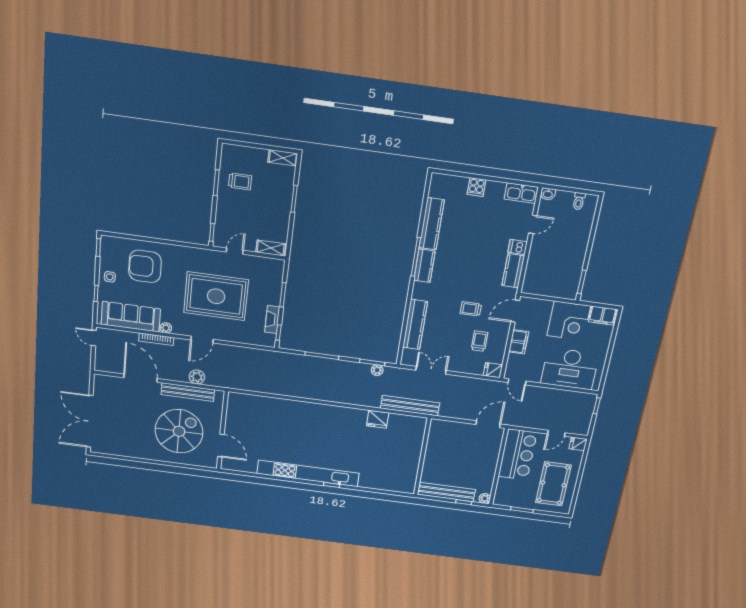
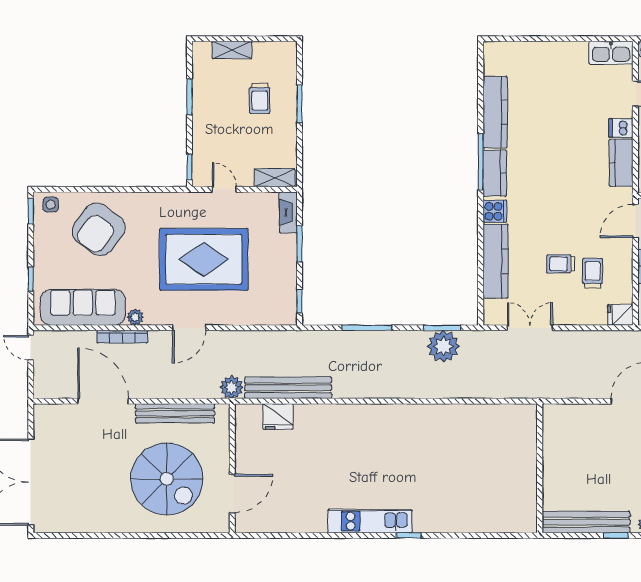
shelving: (283, 158) -> (232, 50), moved
trolley: (240, 181) -> (260, 98), moved, turned 90
cooker: (476, 187) -> (495, 211), moved, turned -90
door: (235, 251) -> (224, 189), hinge flipped
armchair: (145, 266) -> (99, 229), turned -53
side table: (110, 277) -> (51, 205), moved
trolley: (471, 309) -> (561, 264), moved
fireplace: (272, 320) -> (288, 212), moved
plant: (377, 370) -> (443, 346), width x1.88, depth x1.88
plant: (197, 377) -> (232, 387), moved
bench: (410, 406) -> (288, 388), moved
fridge: (378, 419) -> (278, 416), moved
spiral stairs: (179, 431) -> (167, 479), turned 90
door: (221, 446) -> (232, 493), hinge flipped
kitchen unit: (308, 473) -> (370, 521), width x0.54

